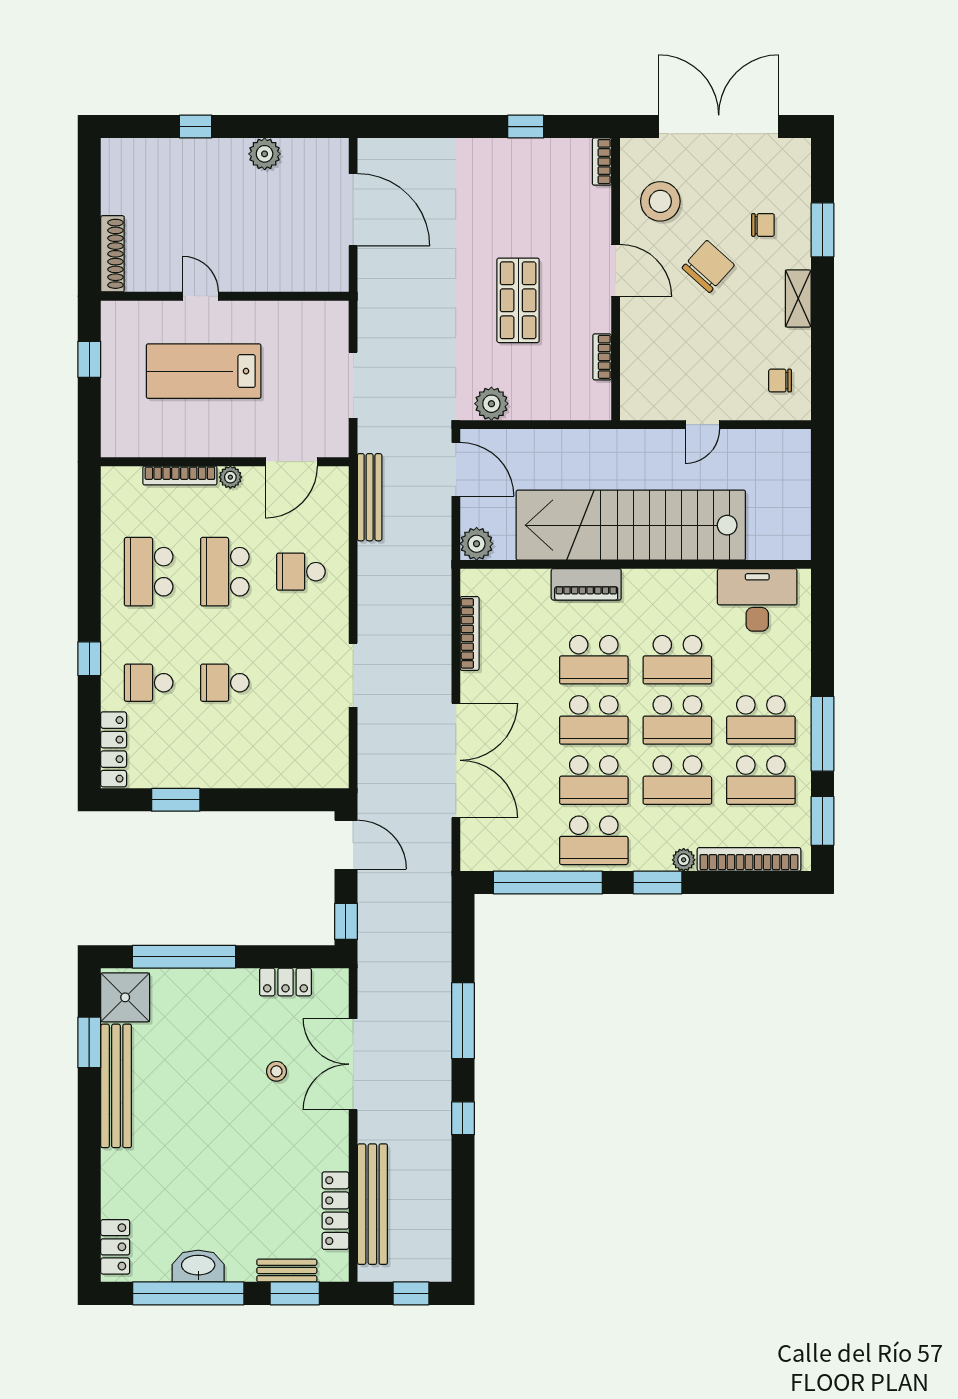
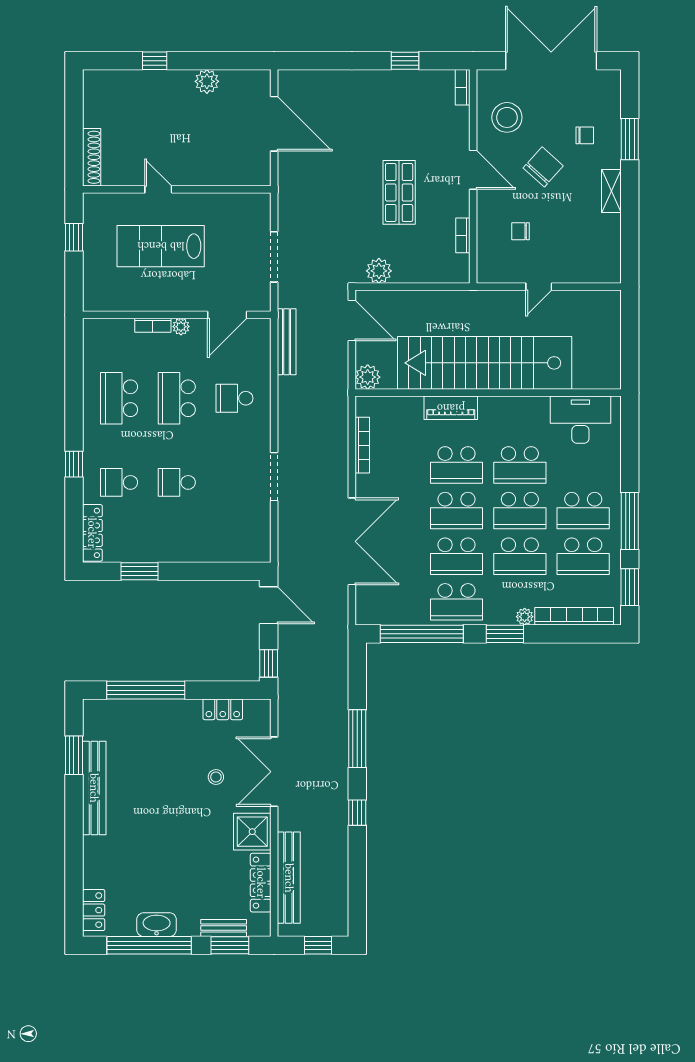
chair: (780, 381) -> (520, 231), moved
bookcase: (180, 475) -> (153, 325), width x0.64
shower: (125, 997) -> (252, 832), moved

